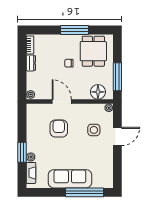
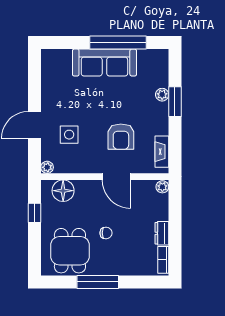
window: (117, 77) -> (35, 213), width x0.46
fireplace: (31, 173) -> (162, 152), moved
window: (85, 192) -> (118, 43), moved

